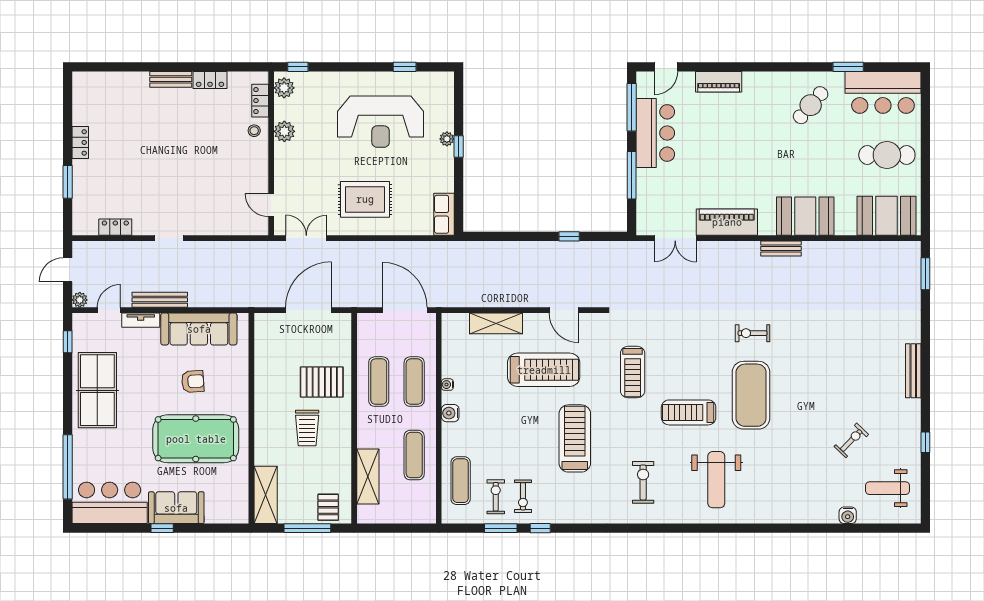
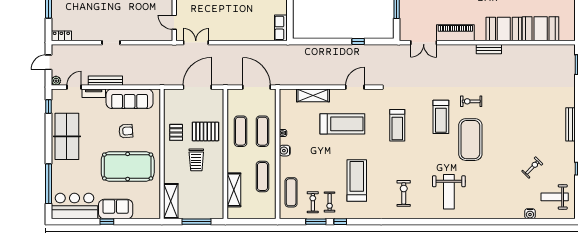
rug: (365, 199) -> (232, 19), removed
booth: (886, 216) -> (541, 29), moved
locker: (115, 227) -> (61, 36), moved
door: (564, 310) -> (355, 87), swing flipped
treadmill: (689, 412) -> (441, 117), moved, turned -90
treadmill: (575, 438) -> (357, 180), moved
pallet: (328, 507) -> (176, 132), moved

